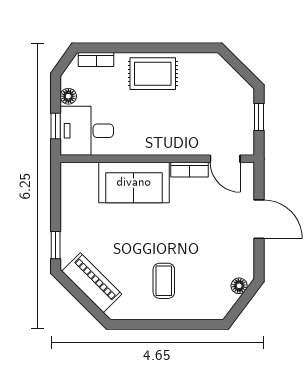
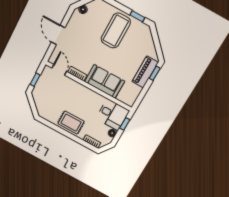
coffee table: (164, 281) -> (116, 31), width x1.86, depth x1.72
piano: (92, 283) -> (145, 72), moved, turned 45
window: (140, 324) -> (137, 16), added

